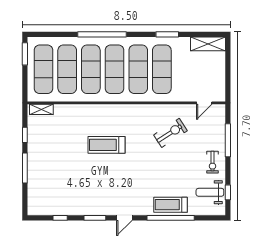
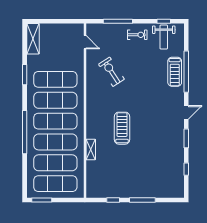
shelving: (41, 109) -> (91, 149), moved
treadmill: (107, 145) -> (122, 128), turned 180
door: (124, 218) -> (186, 112), hinge flipped

